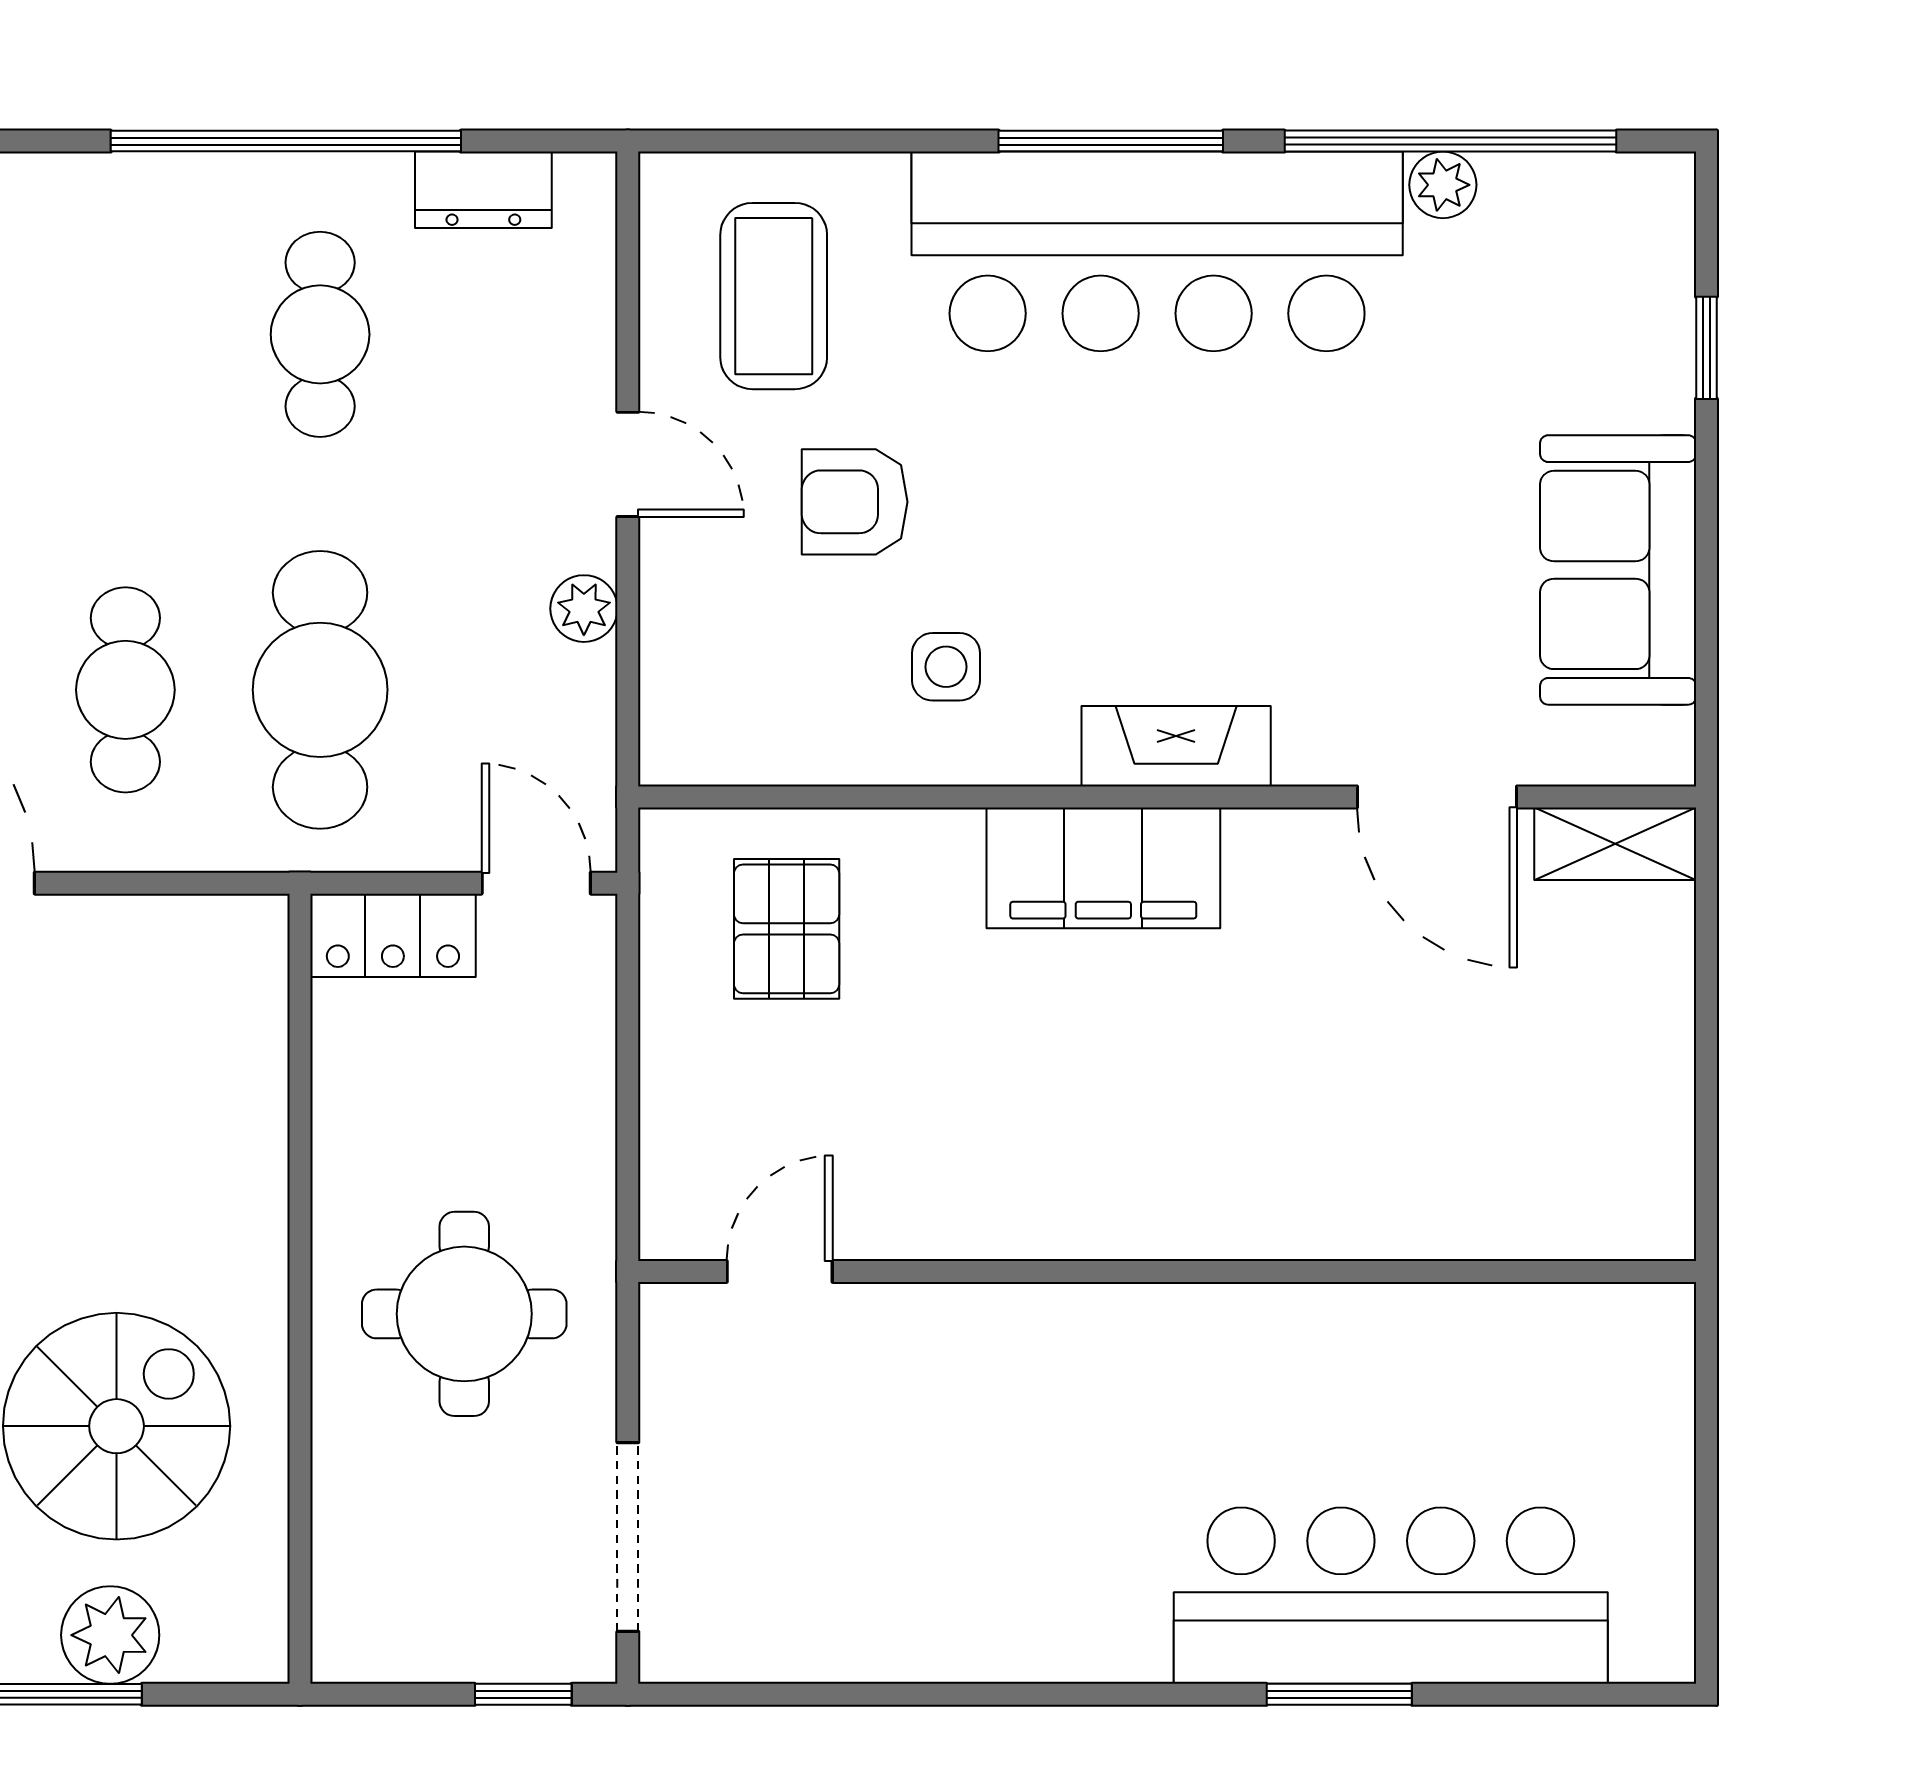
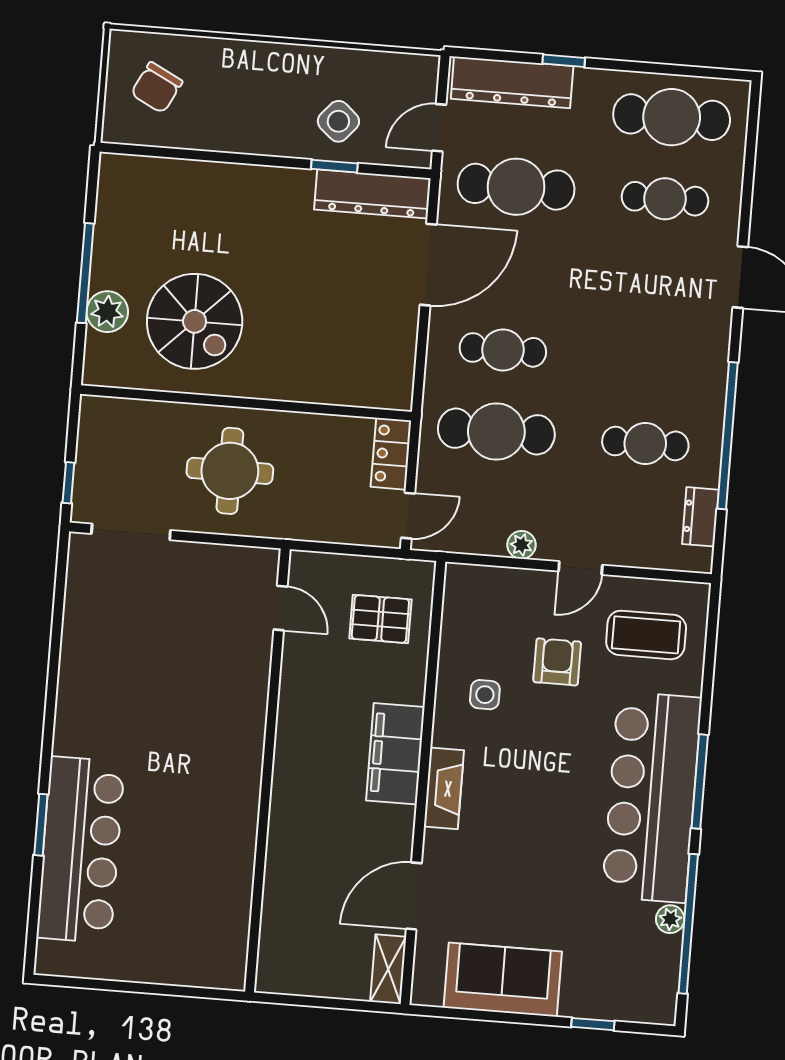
door: (780, 1272) -> (280, 608), moved
wall: (1167, 1272) -> (267, 770), moved

